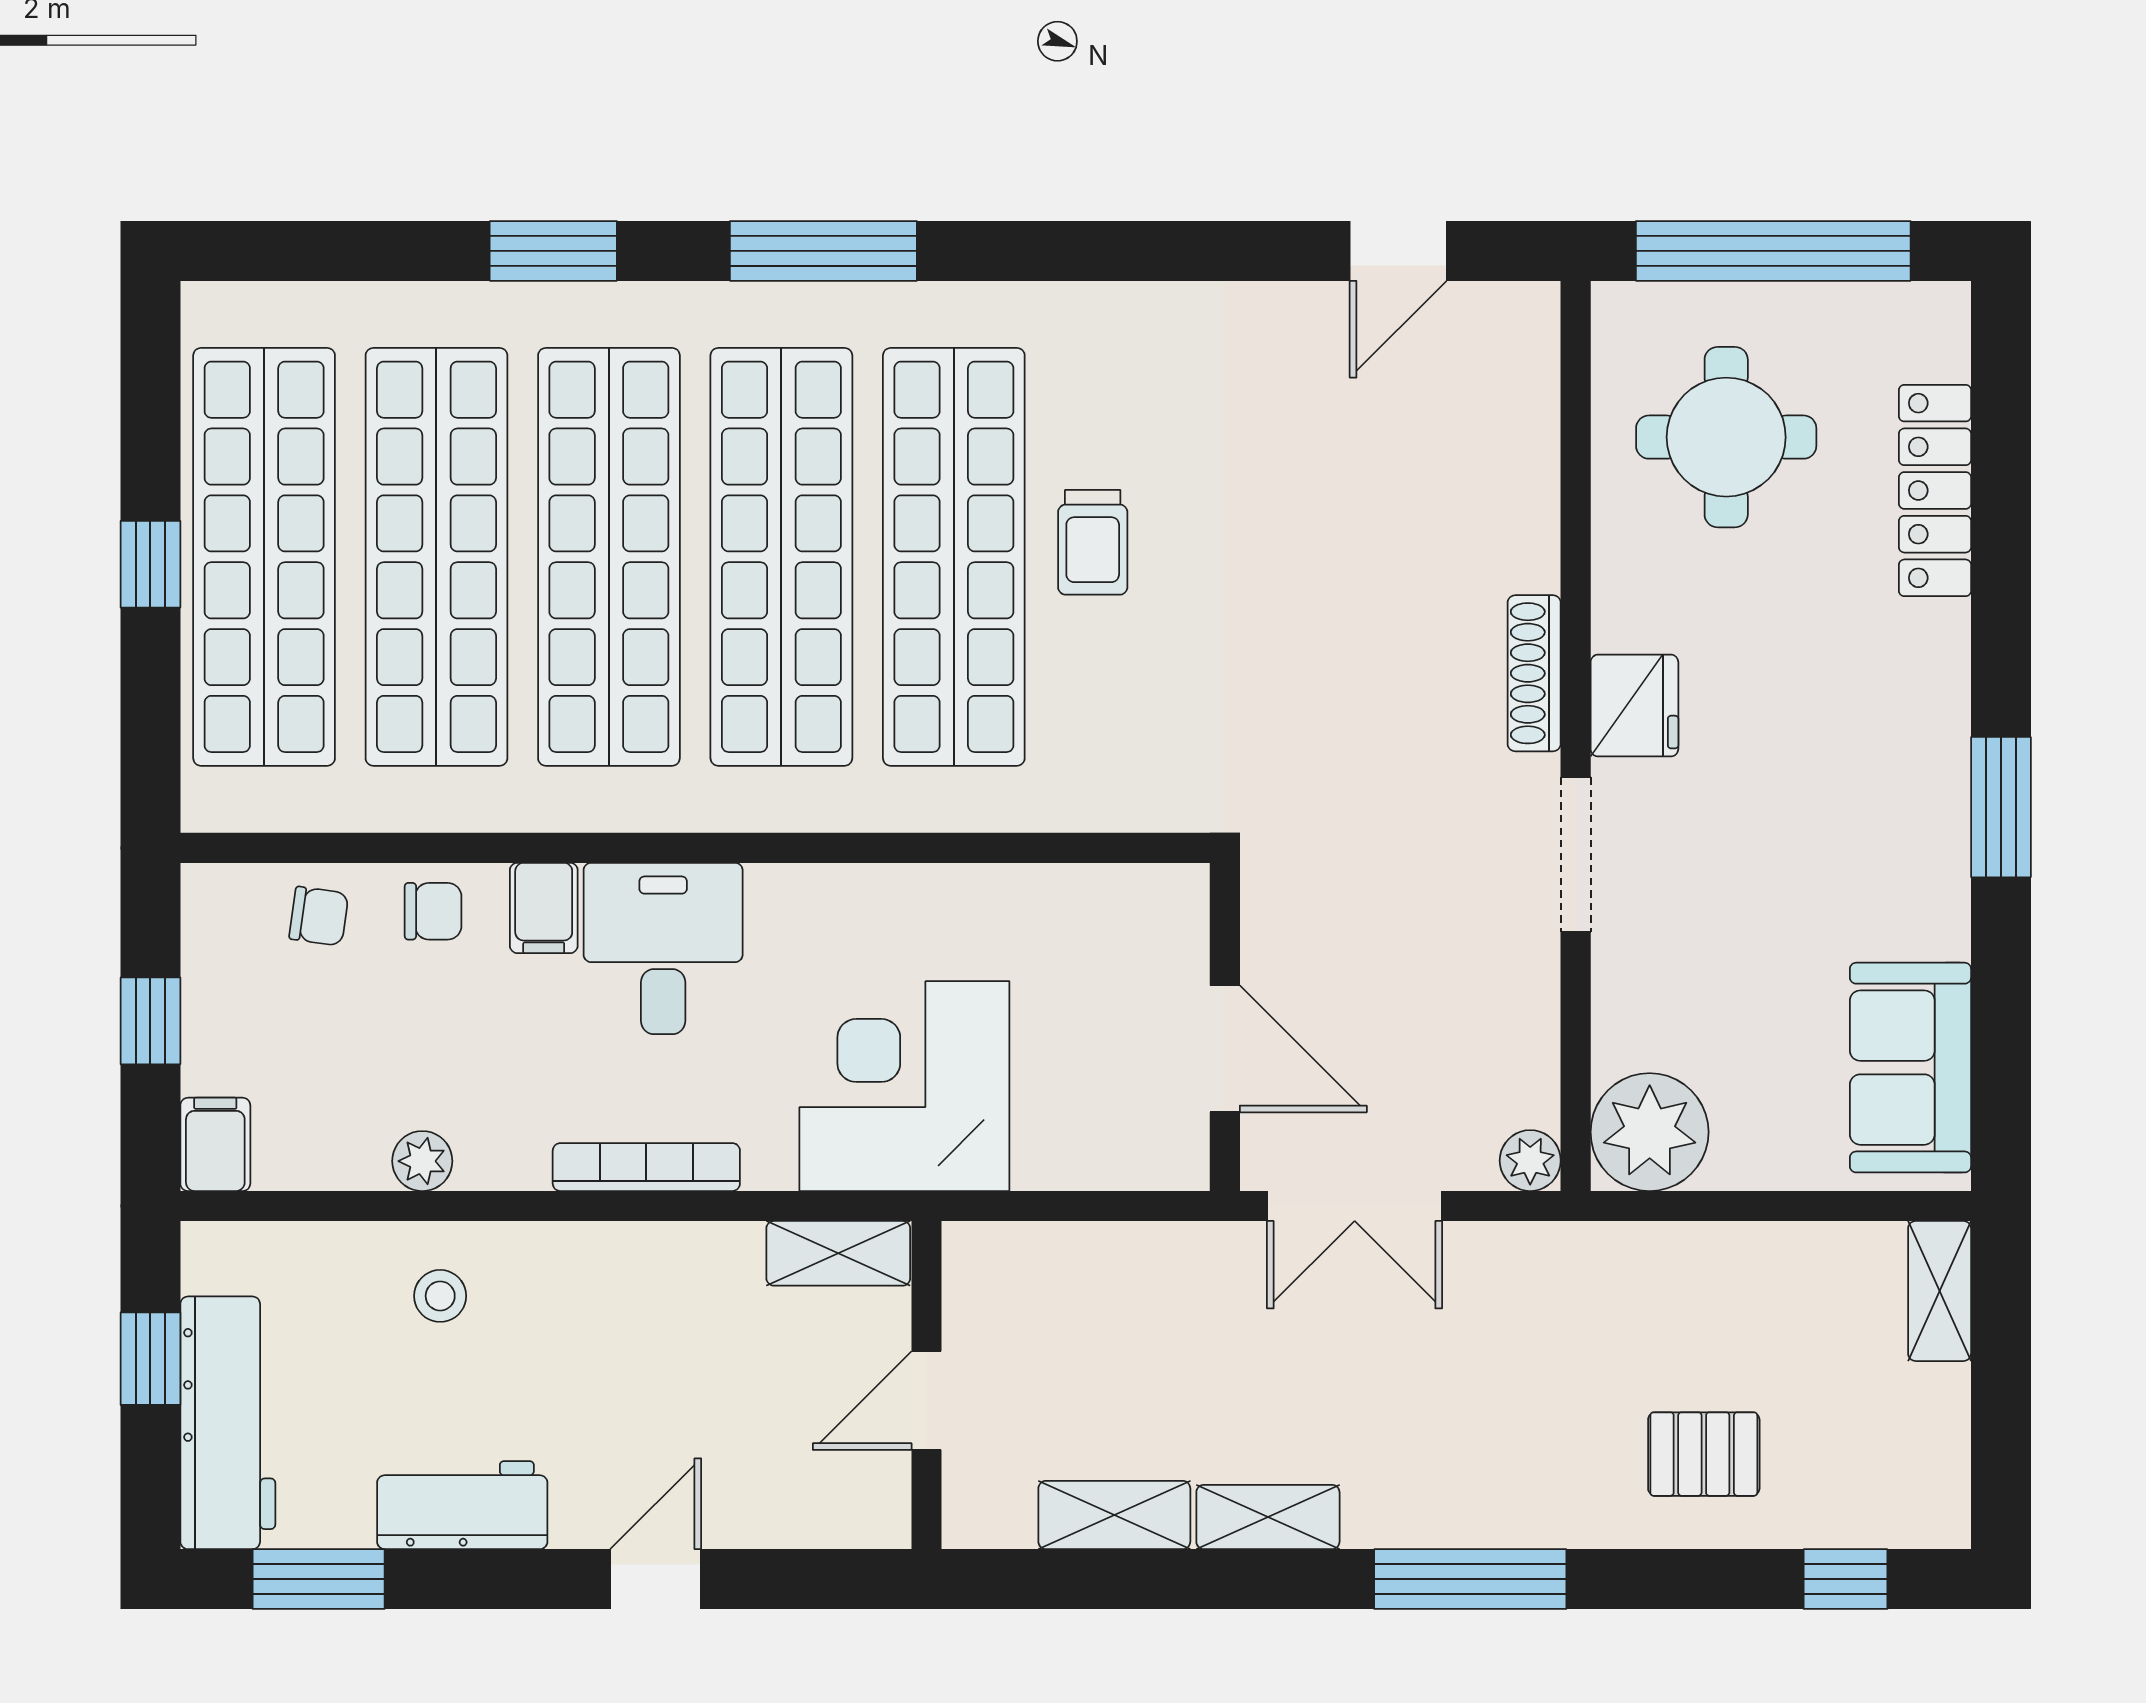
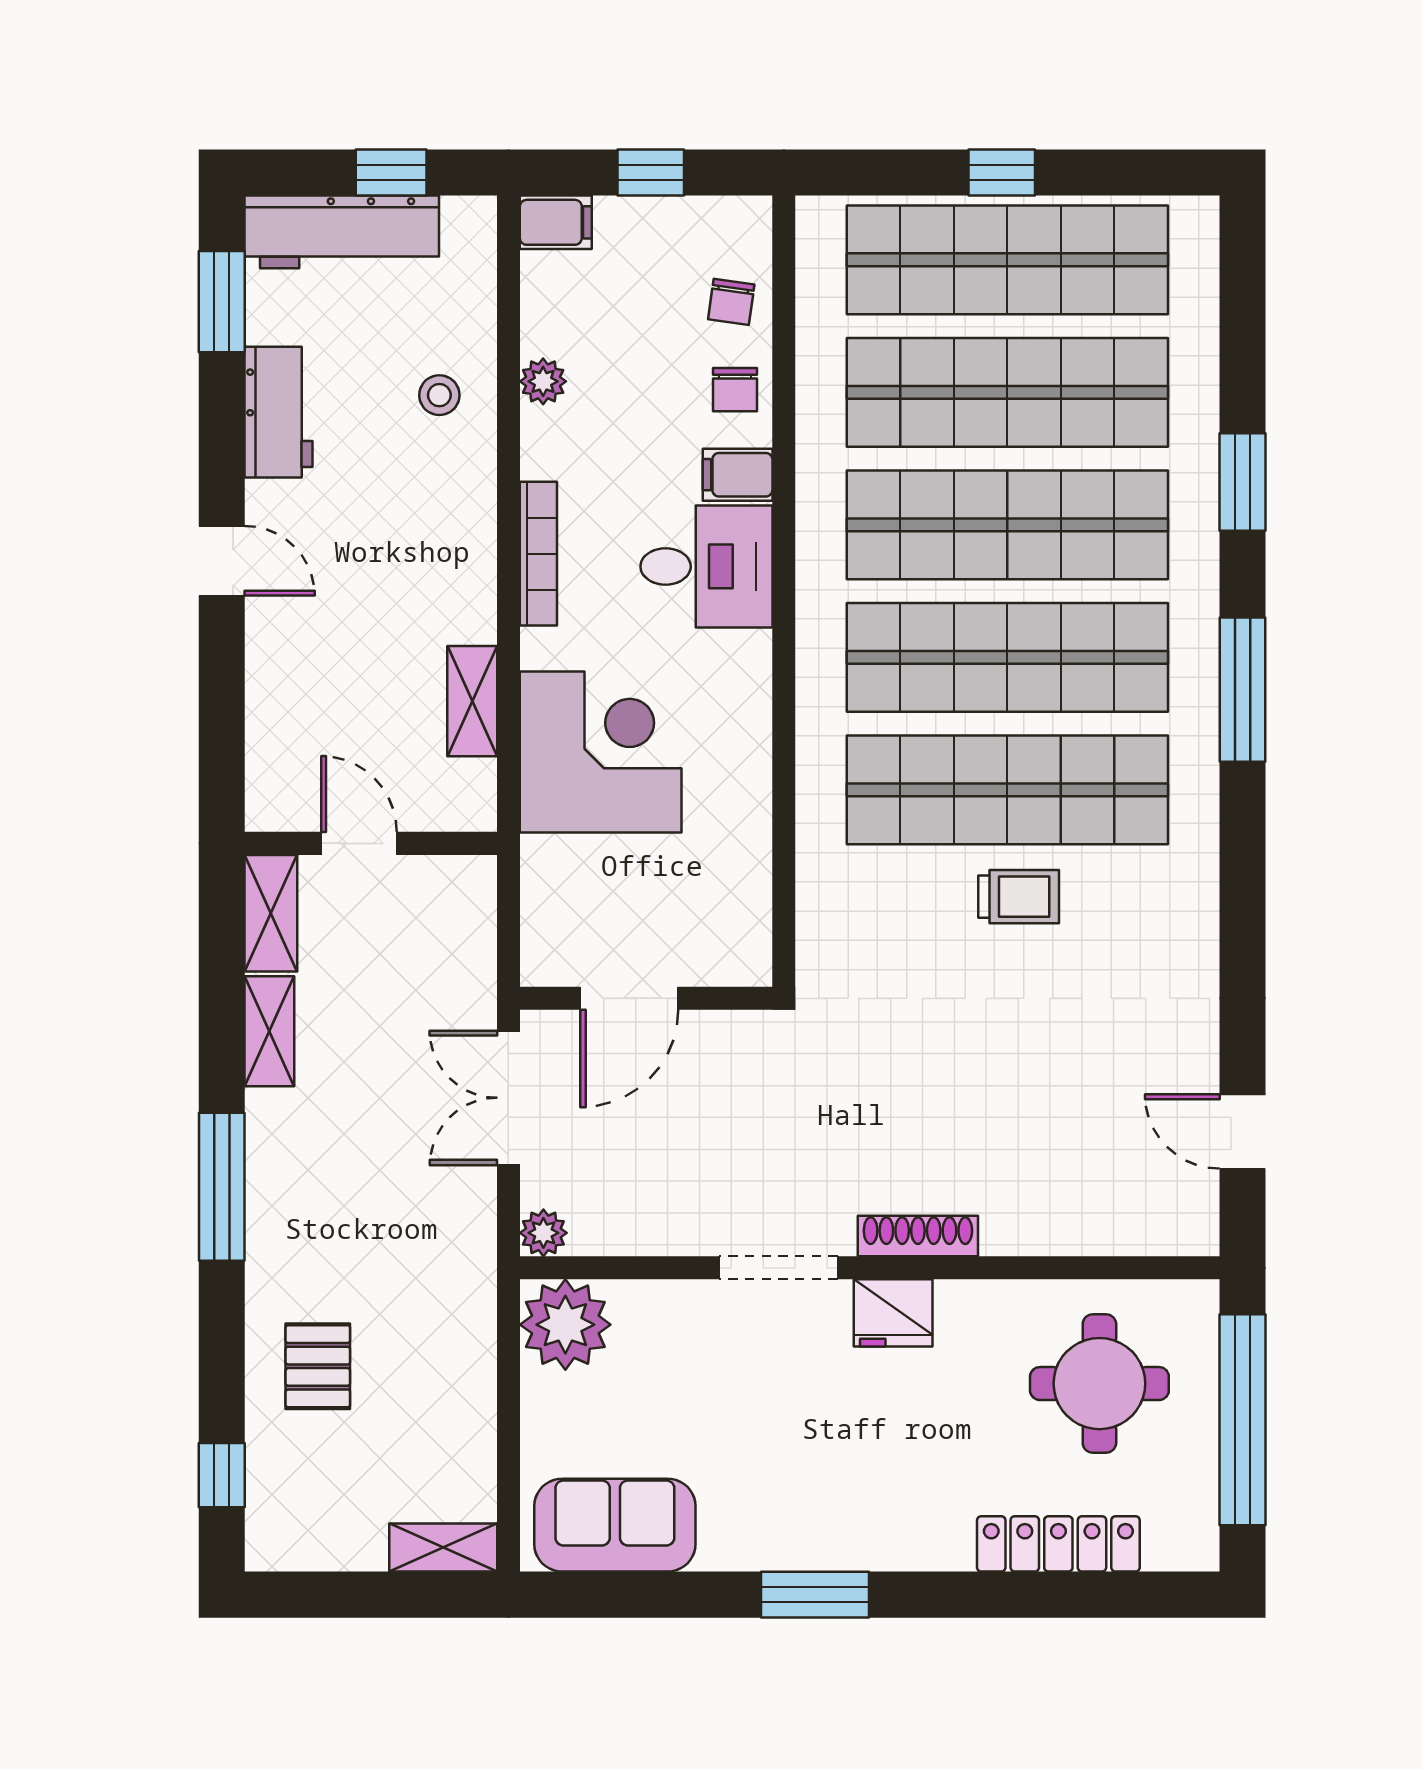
trolley: (1093, 542) -> (1019, 897), turned 180
wall: (926, 1385) -> (371, 843), moved
door: (926, 1401) -> (359, 843), moved

